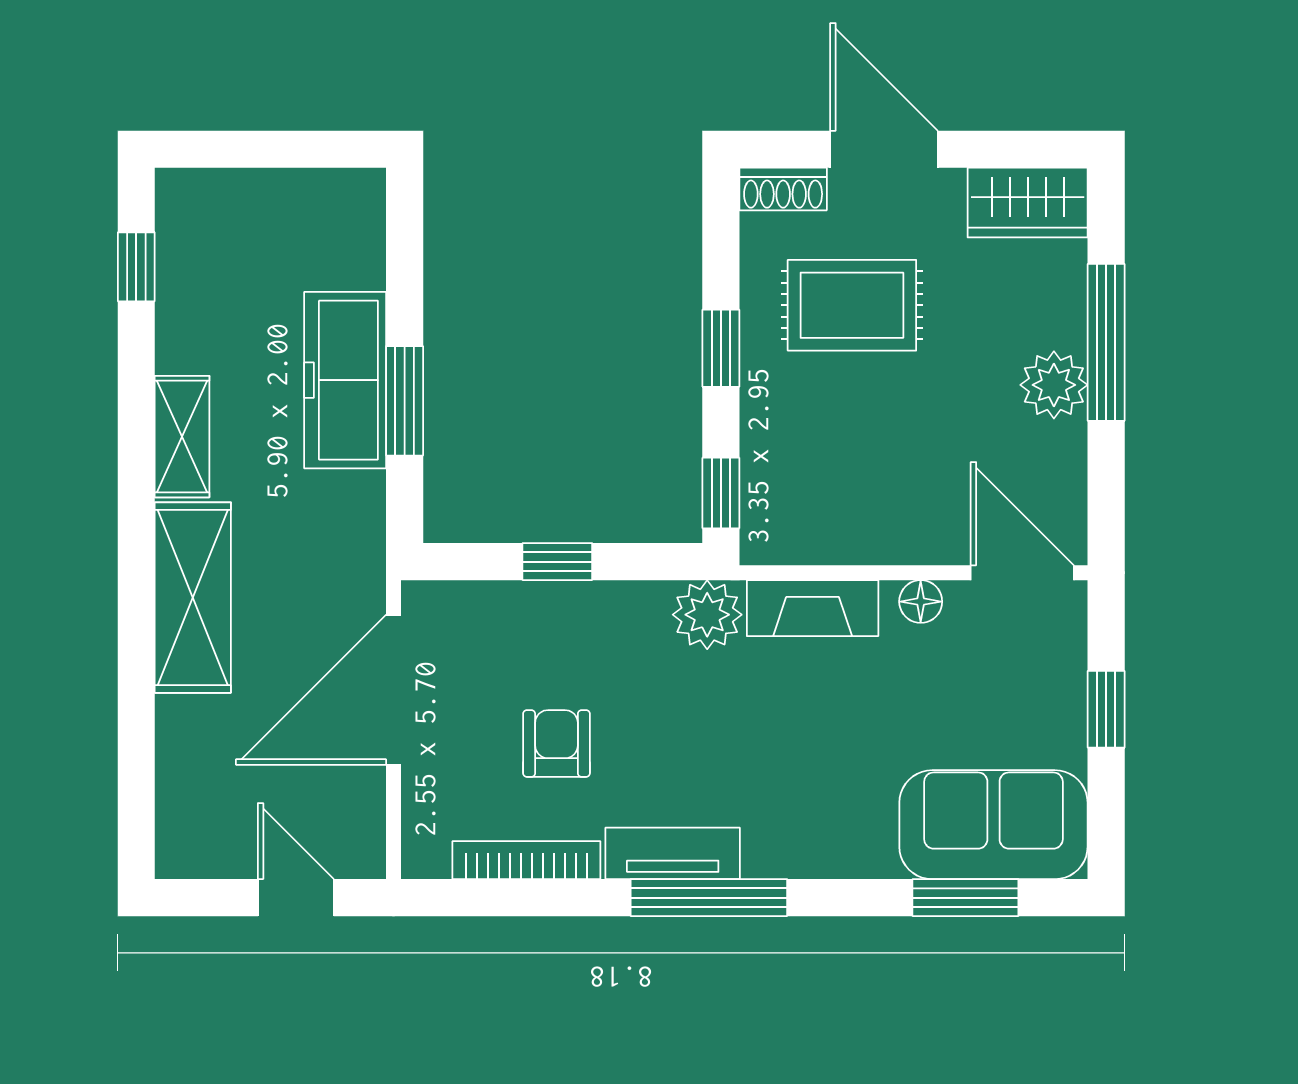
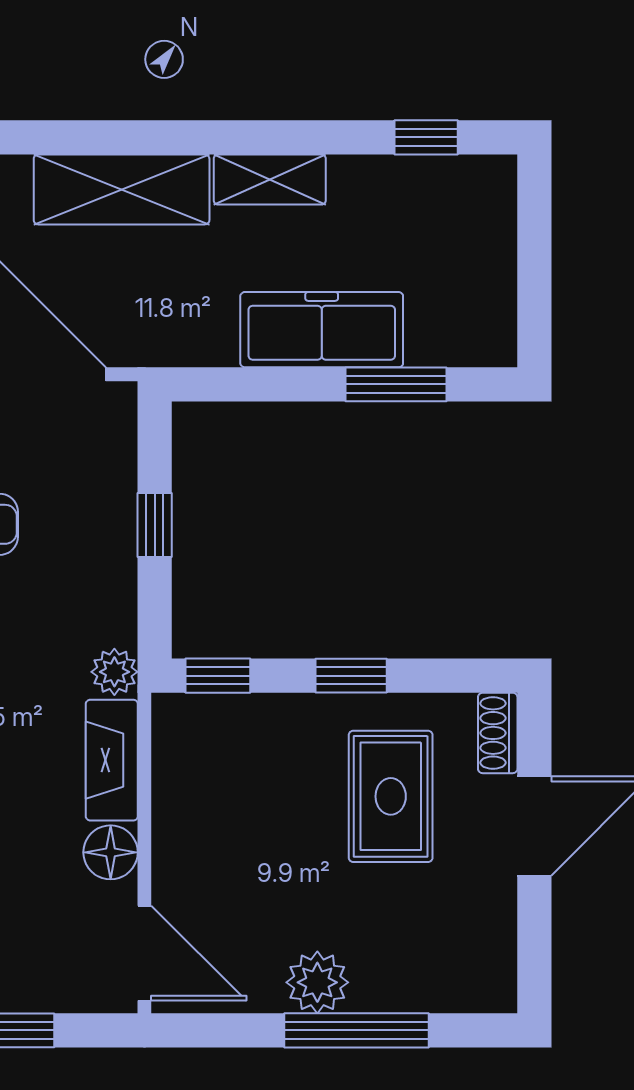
wardrobe: (1028, 203) -> (485, 958), removed
window: (405, 401) -> (396, 384), moved
door: (1022, 573) -> (144, 953), hinge flipped
floor lamp: (921, 602) -> (111, 852), width x1.37, depth x1.37
plant: (707, 615) -> (114, 672), width x0.73, depth x0.73

